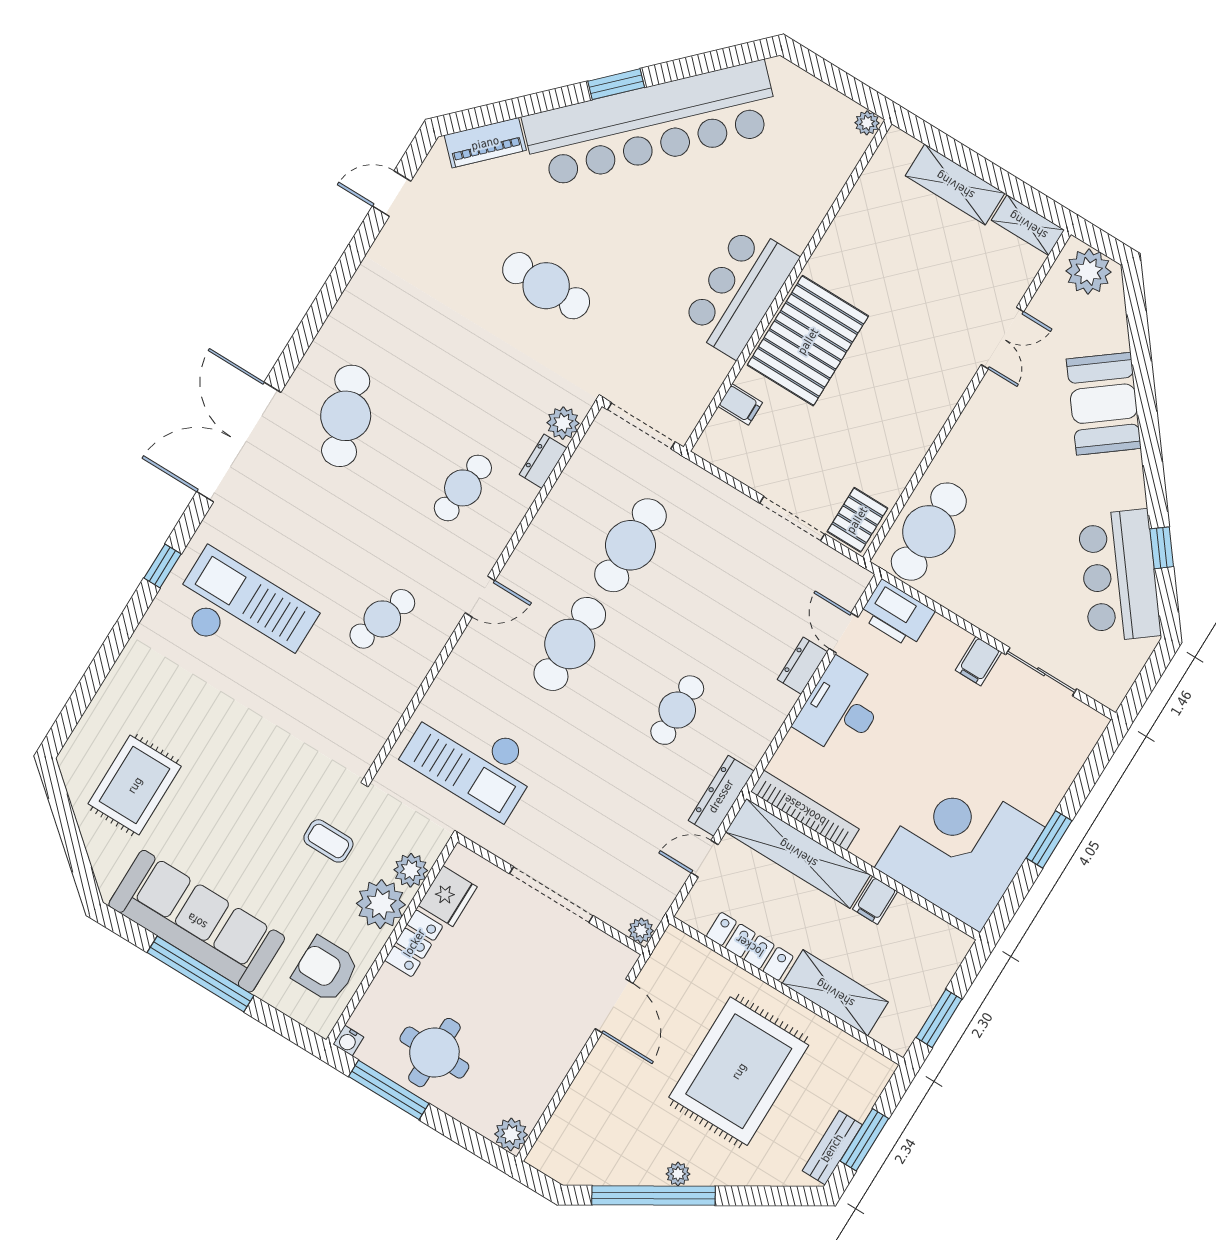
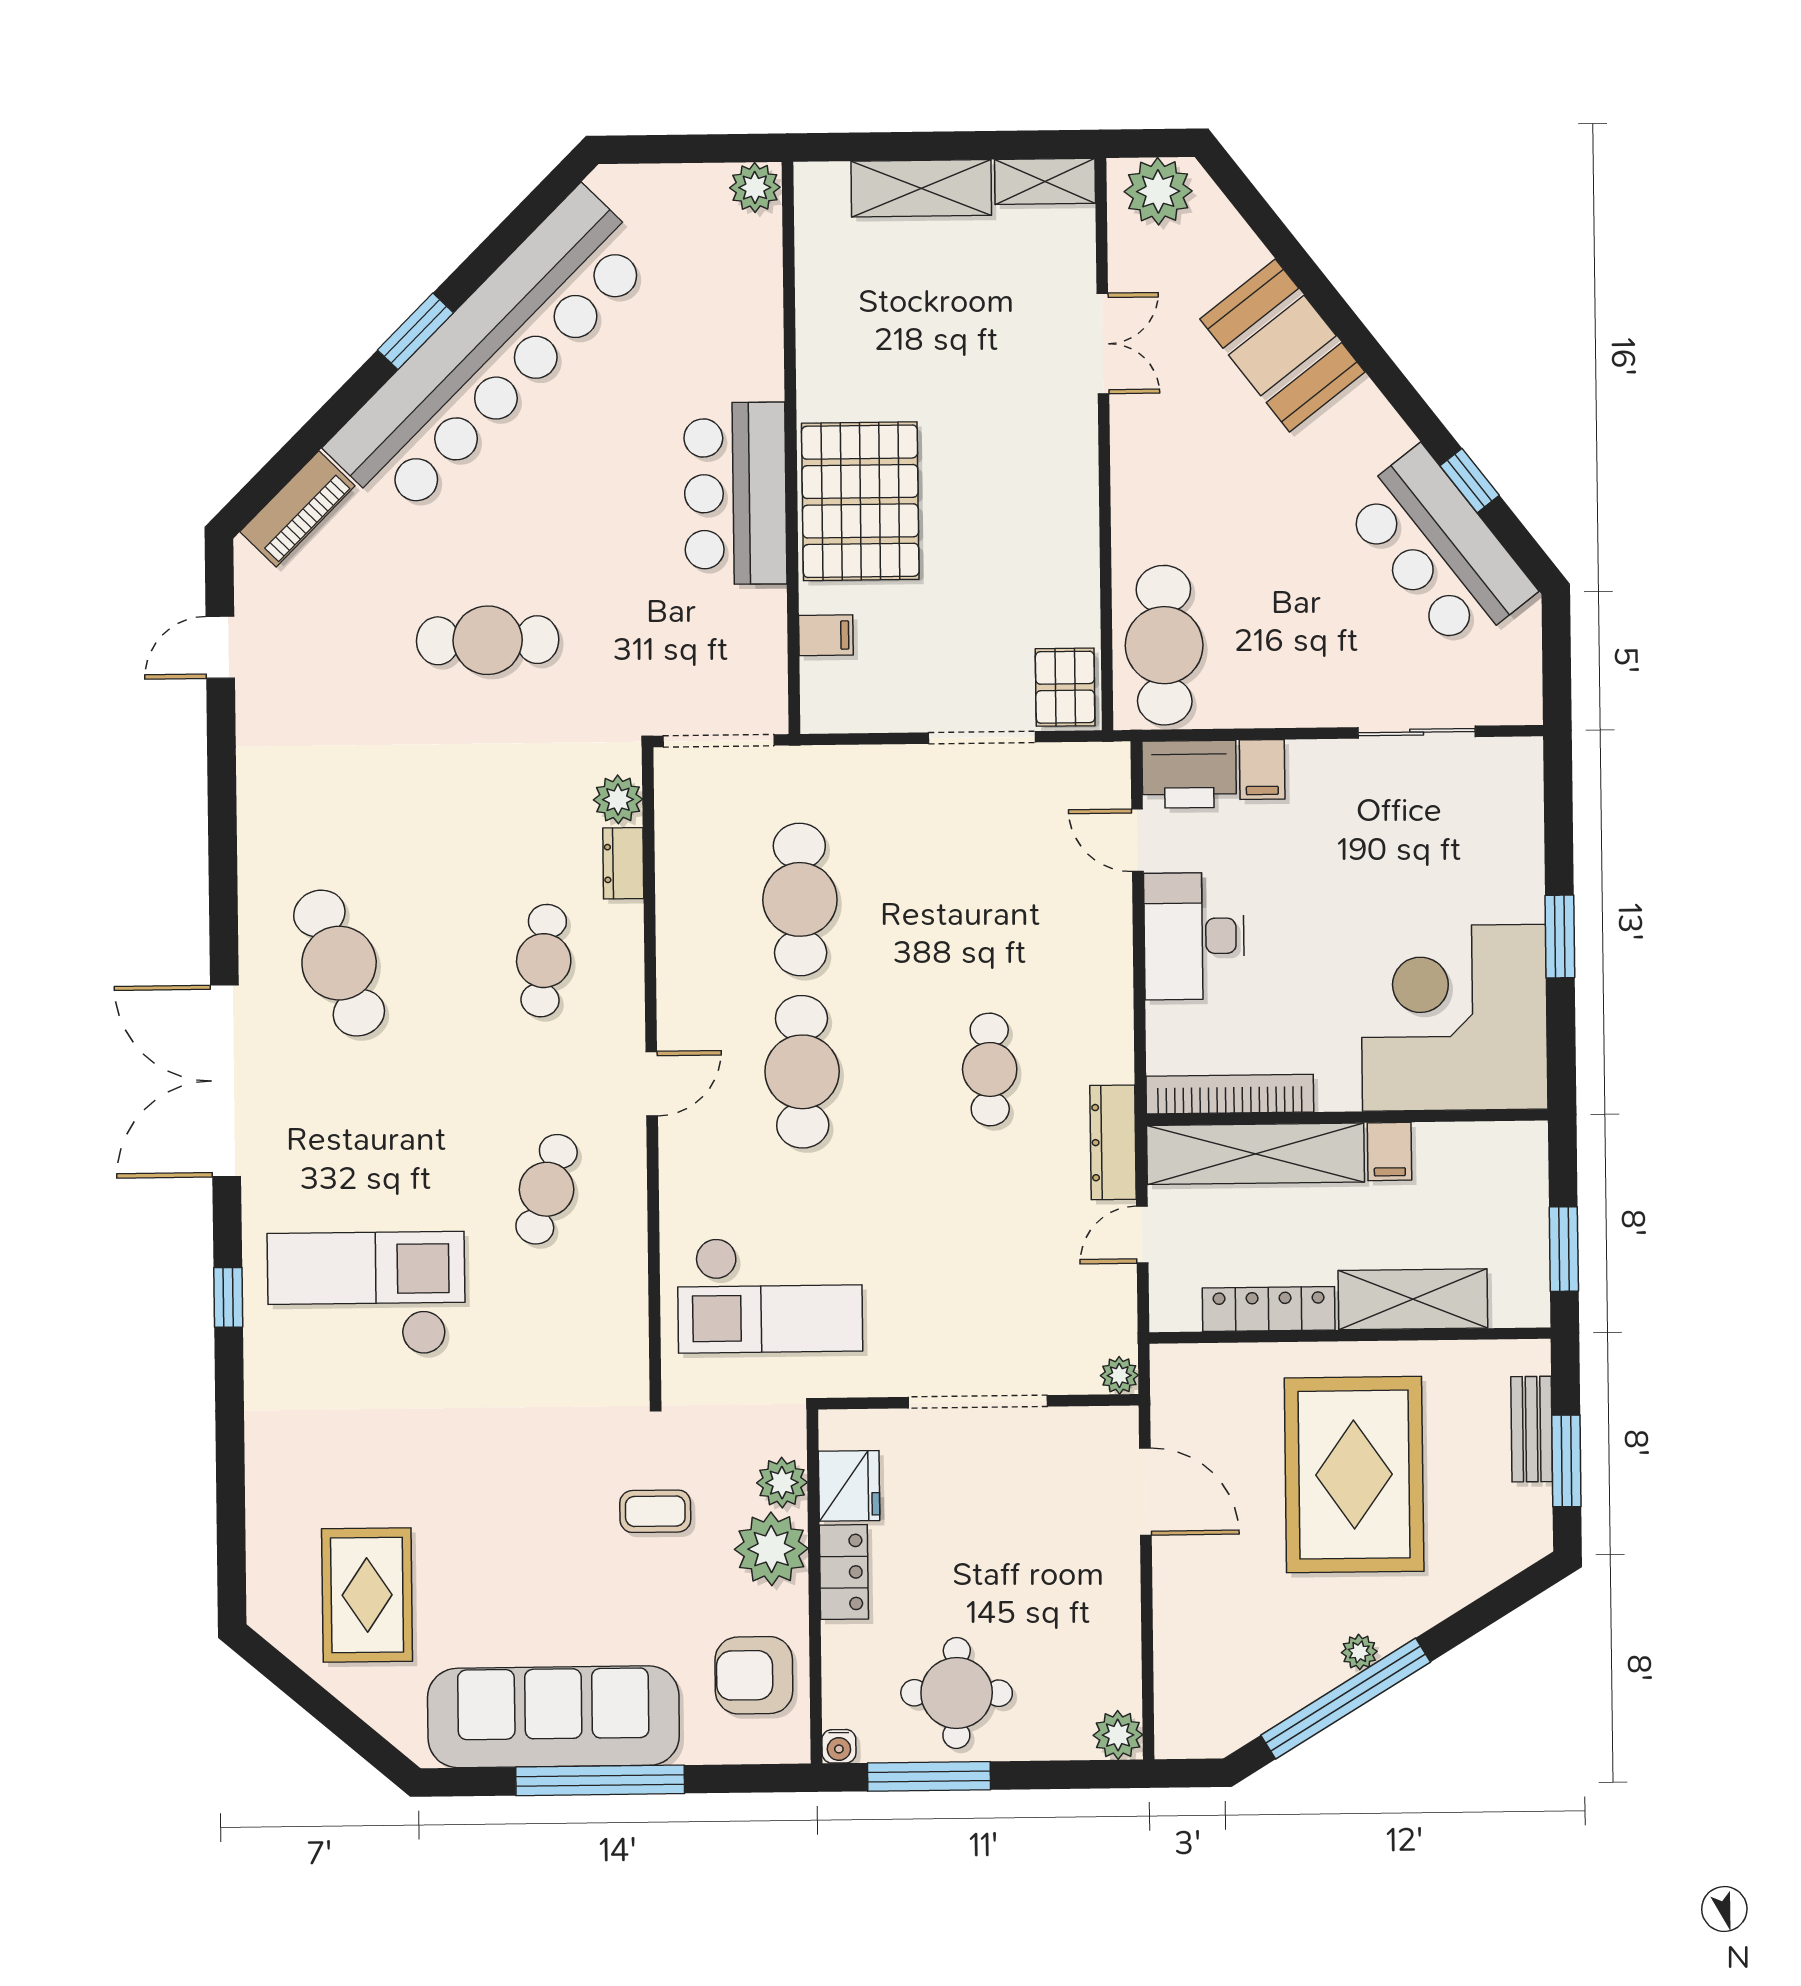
plant: (867, 123) -> (755, 187), width x1.38, depth x1.38
filing cabinet: (978, 661) -> (1262, 770), moved
dresser: (802, 666) -> (1112, 914), removed
bench: (832, 1148) -> (1532, 1429), moved

